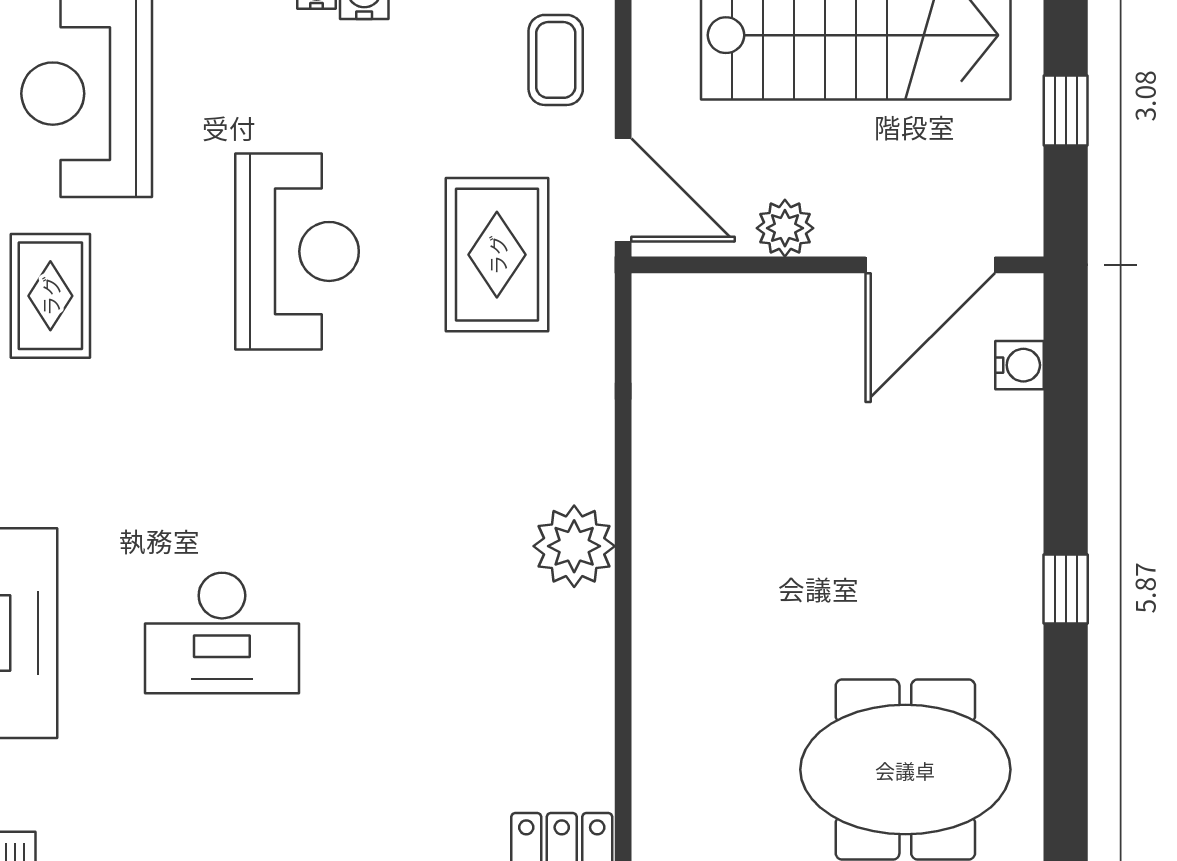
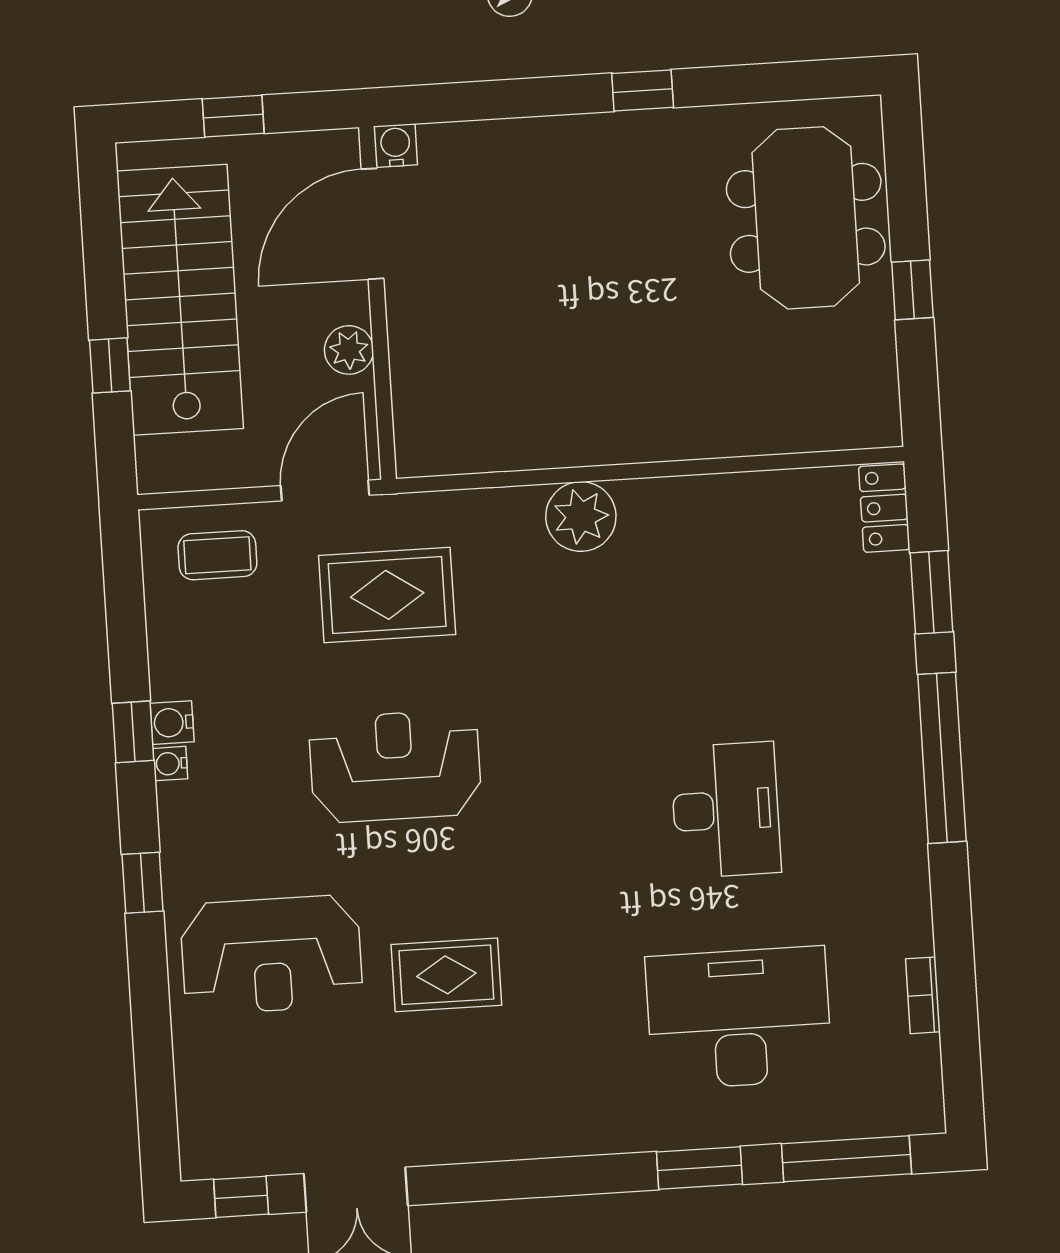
door: (930, 265) -> (372, 224), swing flipped
water cooler: (1020, 365) -> (395, 146), moved
plant: (574, 546) -> (581, 517), moved

